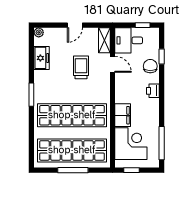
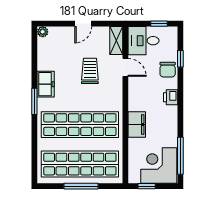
freezer: (41, 58) -> (46, 84), moved
chair: (150, 66) -> (168, 70), turned 180
corner desk: (131, 144) -> (159, 165), moved, turned -90

